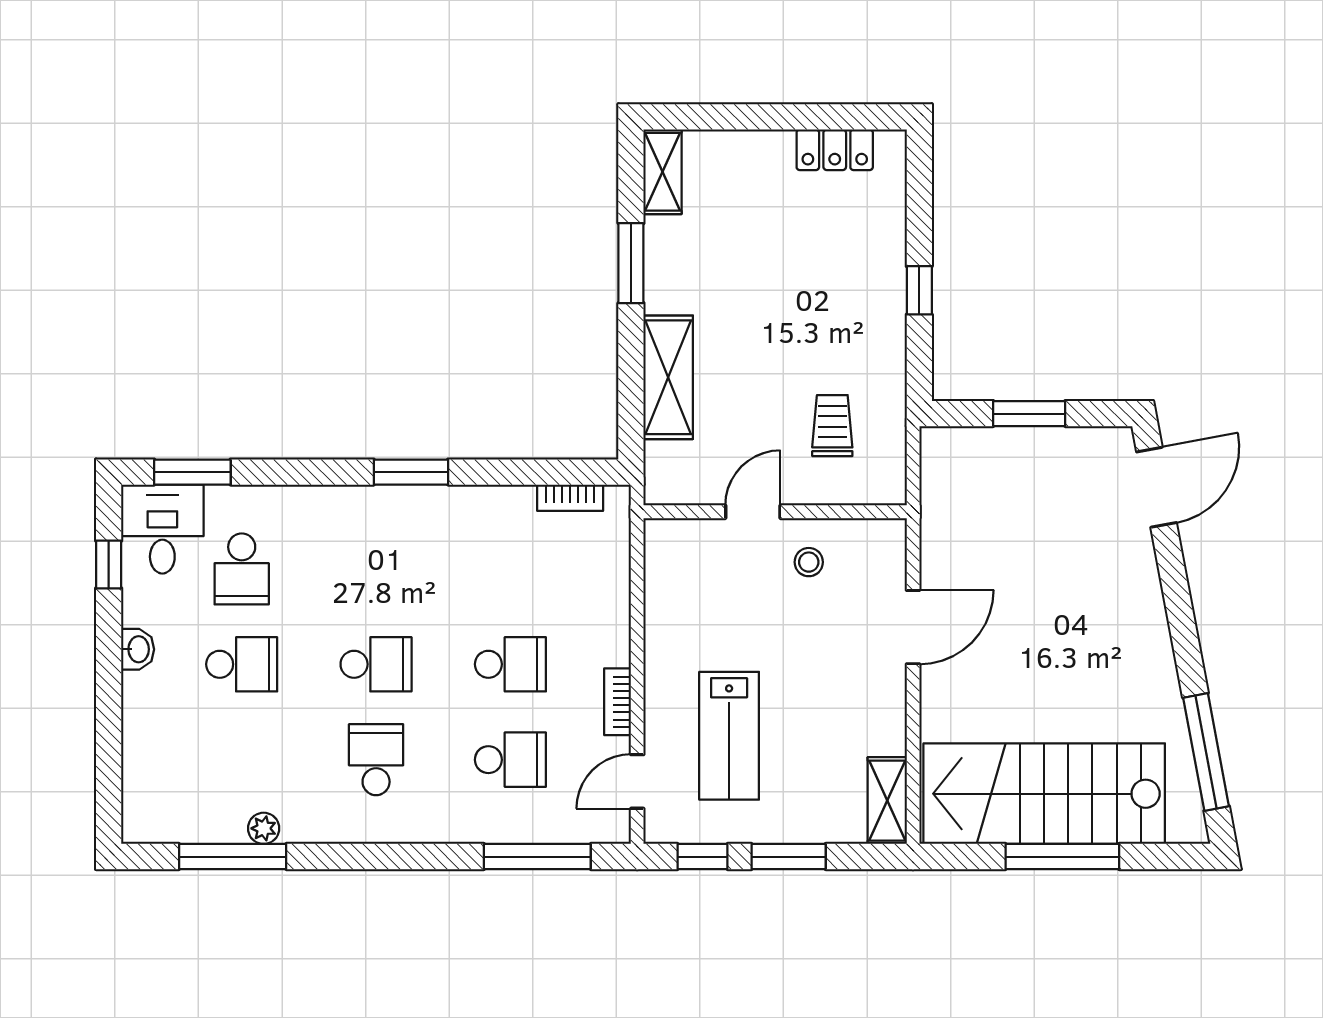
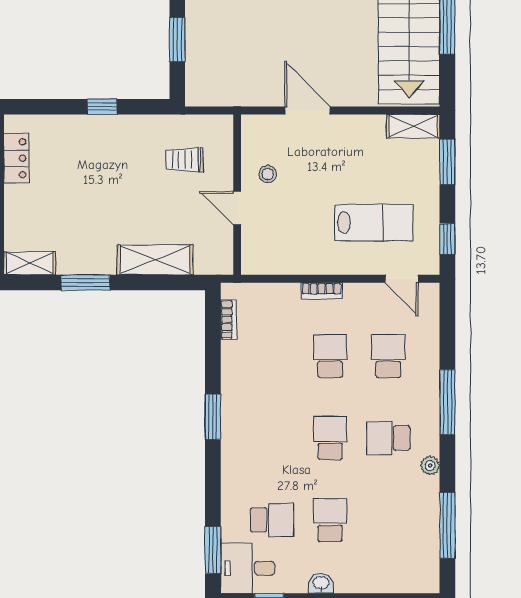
bookcase: (618, 702) -> (322, 291), moved
plant: (264, 828) -> (430, 465), moved
window: (537, 857) -> (447, 402), moved
window: (789, 857) -> (447, 162), moved

